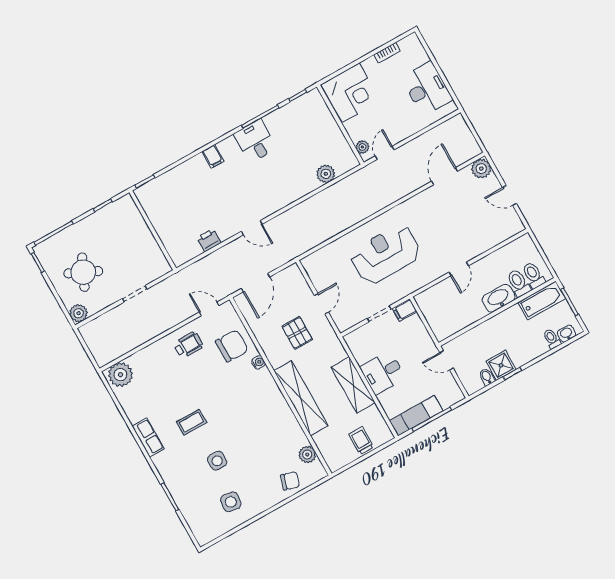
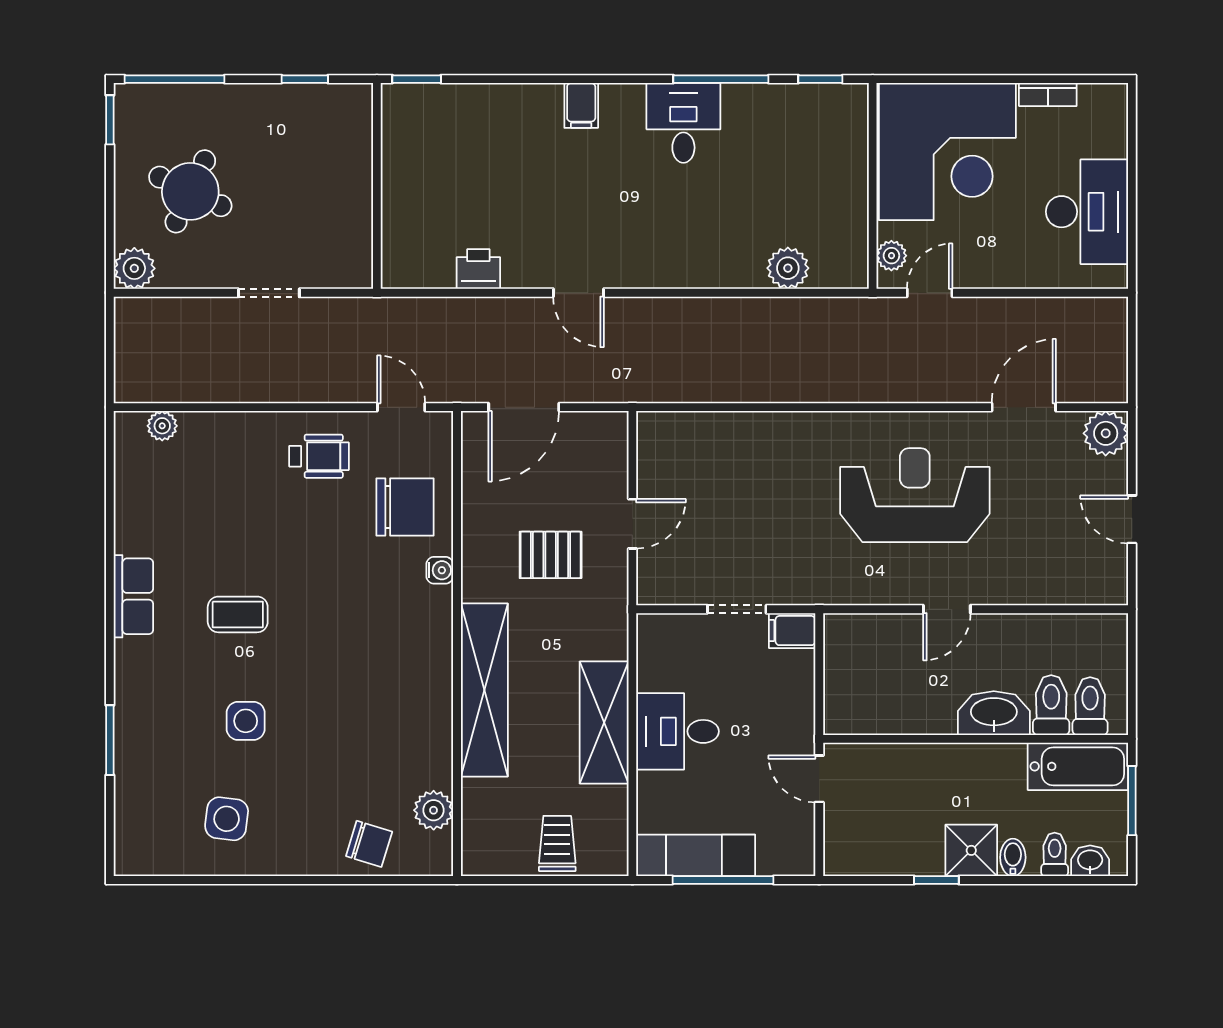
corner desk: (351, 93) -> (947, 152), width x1.36, depth x1.36
reception desk: (385, 254) -> (915, 495), moved
pallet: (297, 333) -> (551, 555), turned 90
shower: (501, 365) -> (971, 850), moved
plant: (120, 375) -> (162, 426), width x0.53, depth x0.53
bidet: (487, 377) -> (1013, 857), moved

